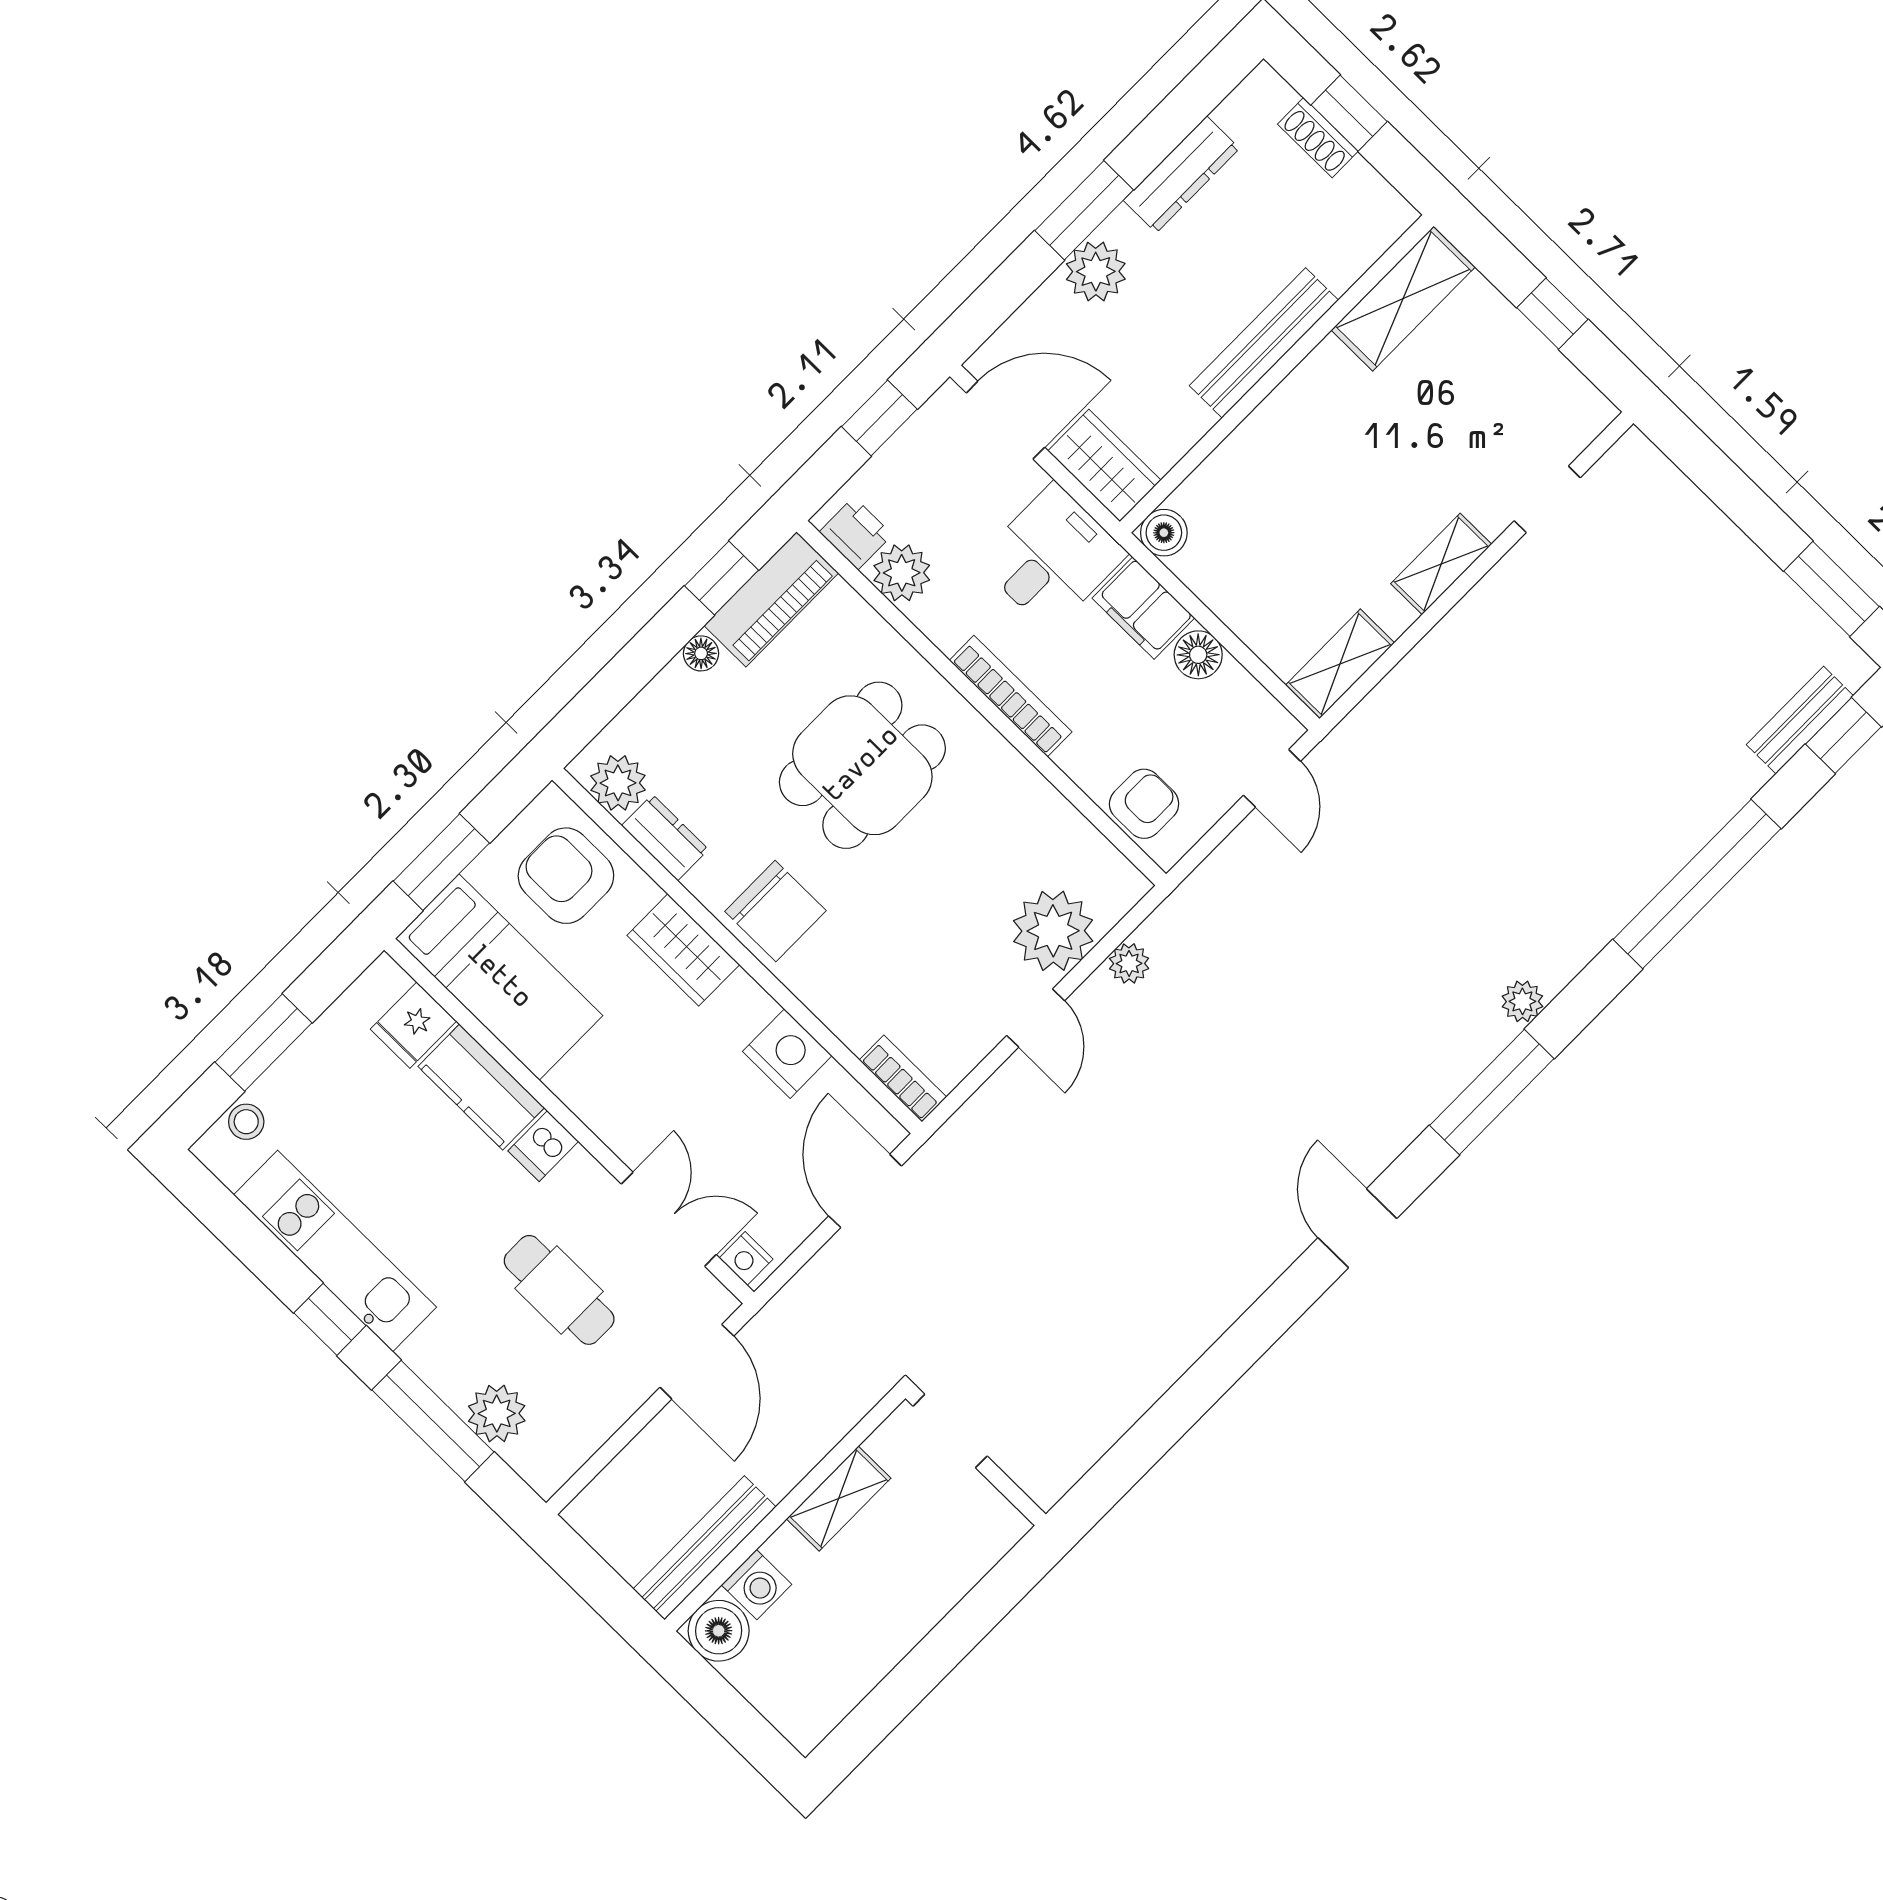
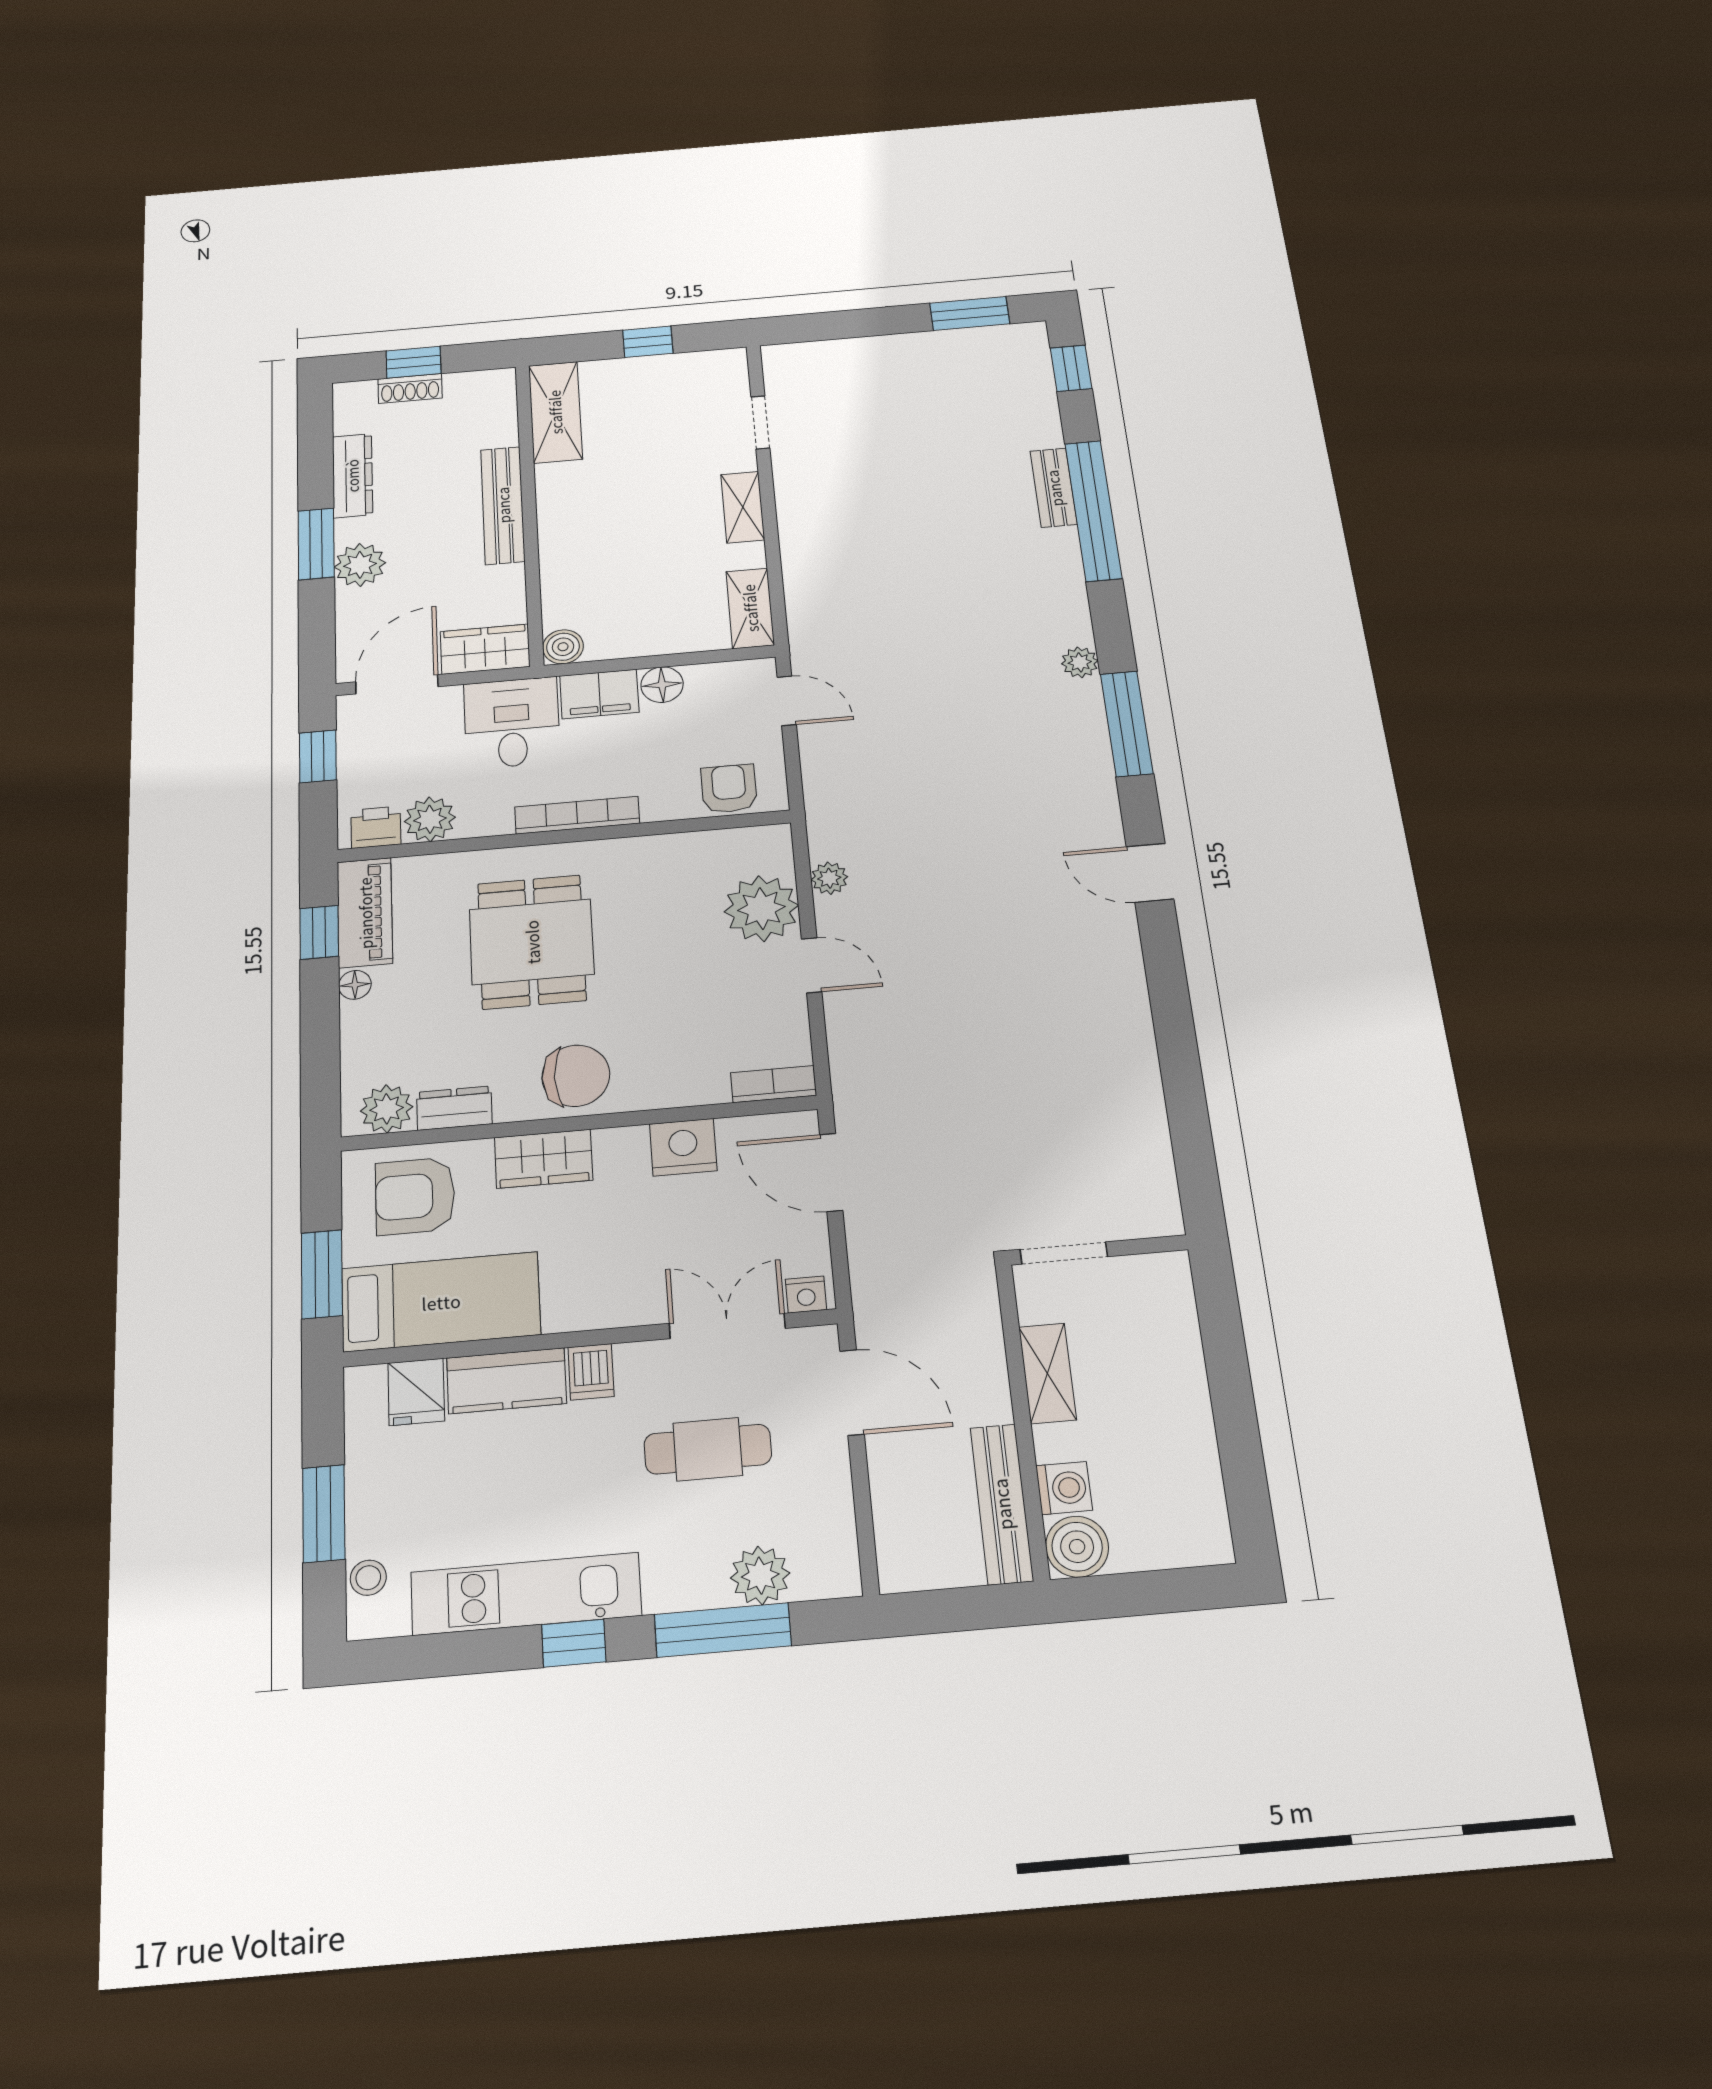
bench: (1800, 720) -> (1054, 488), moved

